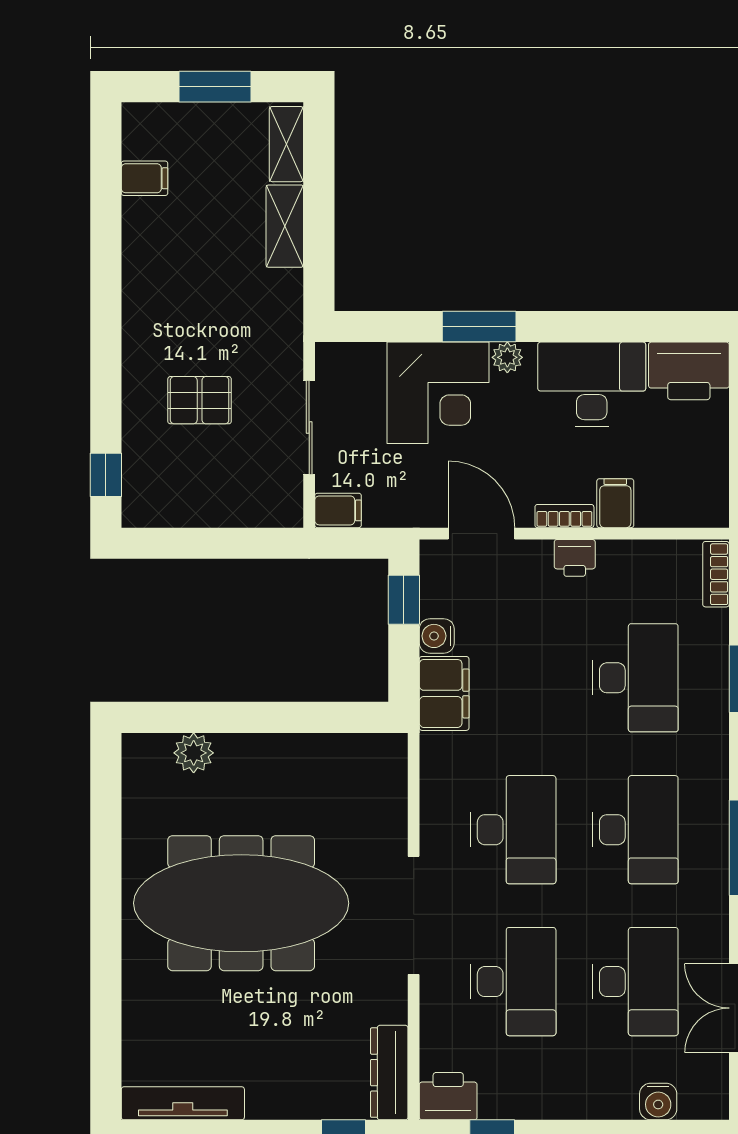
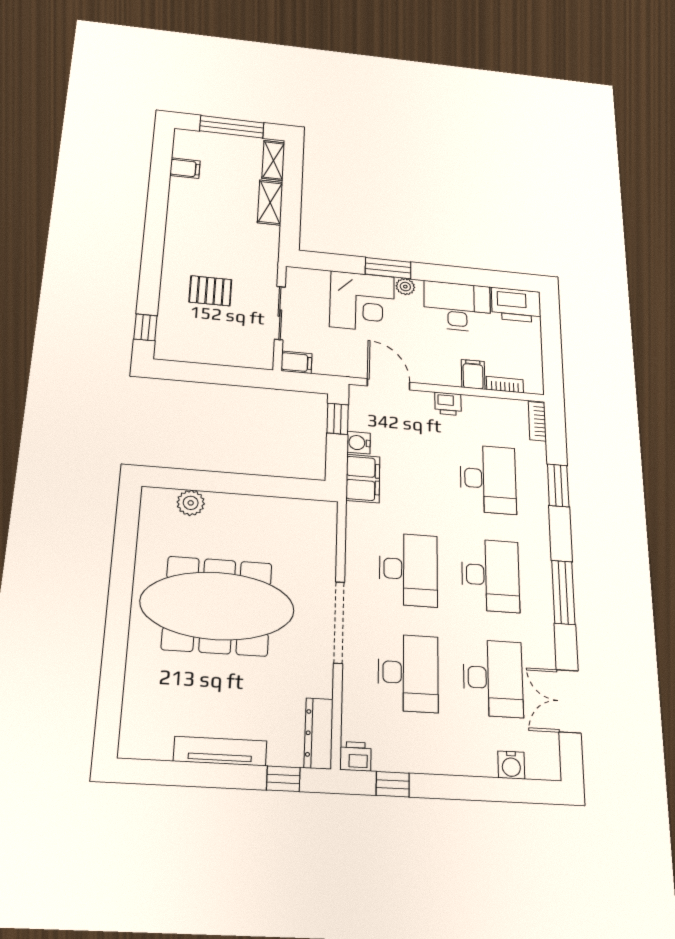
window: (215, 87) -> (232, 127), width x1.44
bookcase: (564, 516) -> (505, 385), moved
printer: (448, 1096) -> (355, 756), width x0.73, depth x0.81
tv unit: (183, 1103) -> (220, 751), moved

